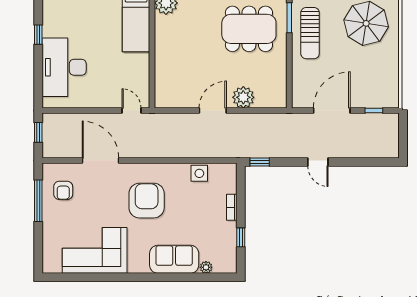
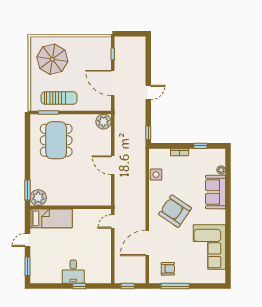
window: (38, 35) -> (79, 286), moved
desk: (64, 67) -> (73, 272), width x0.53, depth x0.77
plant: (243, 97) -> (103, 122), moved
armchair: (147, 201) -> (175, 211), turned 34

